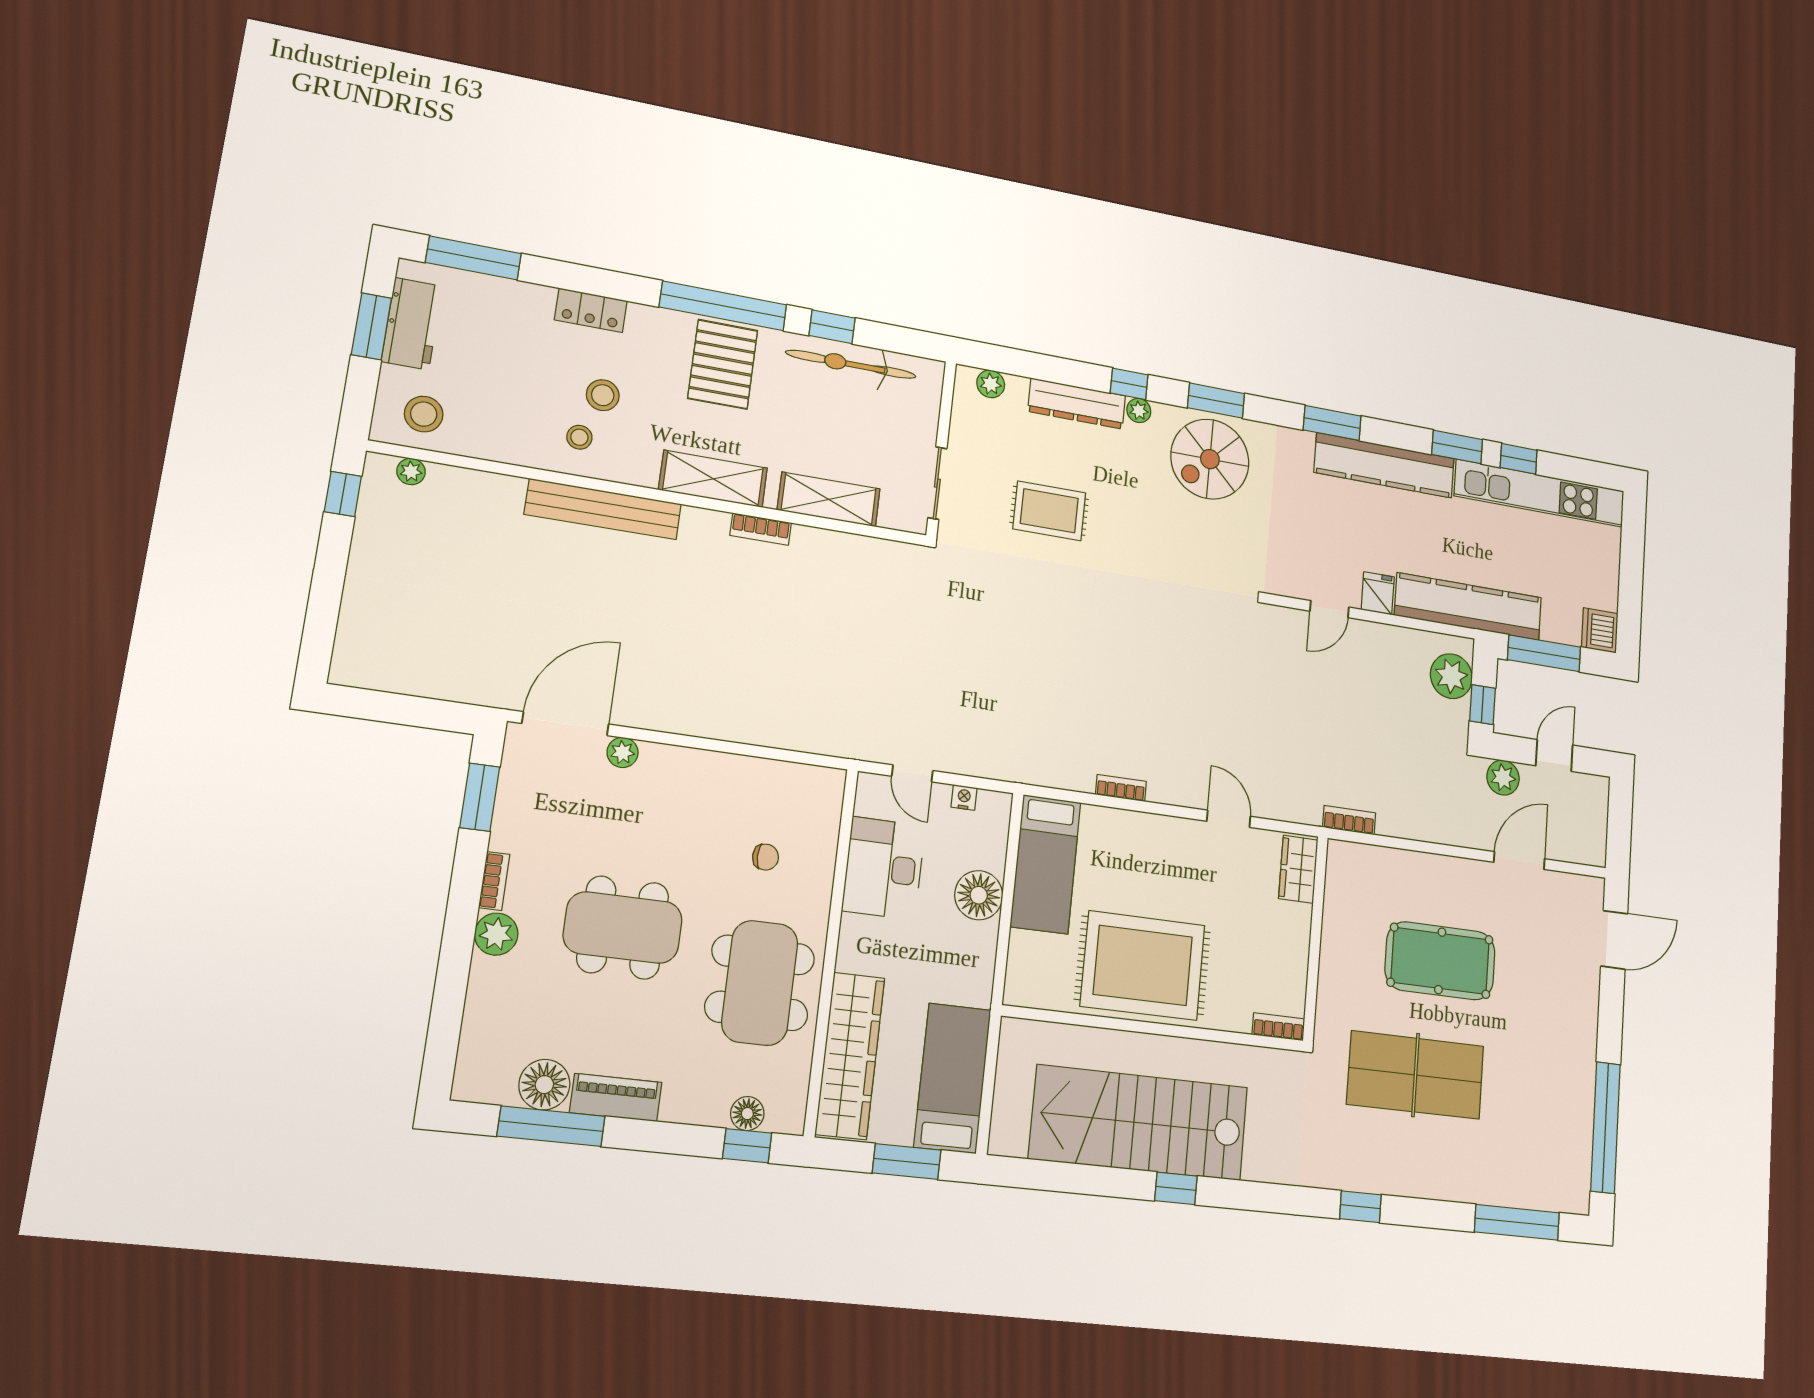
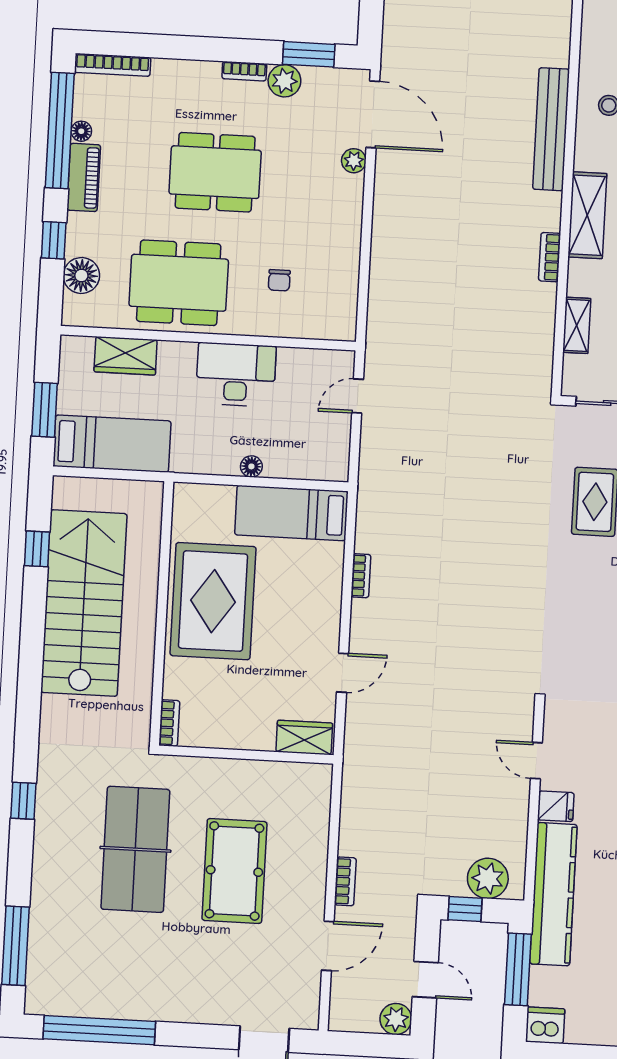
shelving: (829, 499) -> (577, 325), width x0.67, depth x0.75
plant: (1503, 778) -> (396, 1019), moved
nightstand: (964, 797) -> (341, 441), removed
bookcase: (1349, 820) -> (345, 881), moved
door: (1519, 861) -> (328, 946), hinge flipped
desk: (884, 868) -> (236, 375), moved
floor lamp: (979, 895) -> (251, 466), width x0.53, depth x0.53
dining table: (623, 928) -> (215, 172), turned 90
plant: (496, 934) -> (284, 81), moved
bookcase: (470, 1052) -> (113, 65), added
wardrobe: (850, 1056) -> (126, 356), width x0.48, depth x0.85
floor lamp: (544, 1085) -> (81, 131), width x0.53, depth x0.53
floor lamp: (747, 1114) -> (81, 275), width x1.38, depth x1.38
window: (551, 1126) -> (60, 131), width x1.46
window: (747, 1146) -> (54, 240), moved
window: (1176, 1188) -> (37, 549), moved

